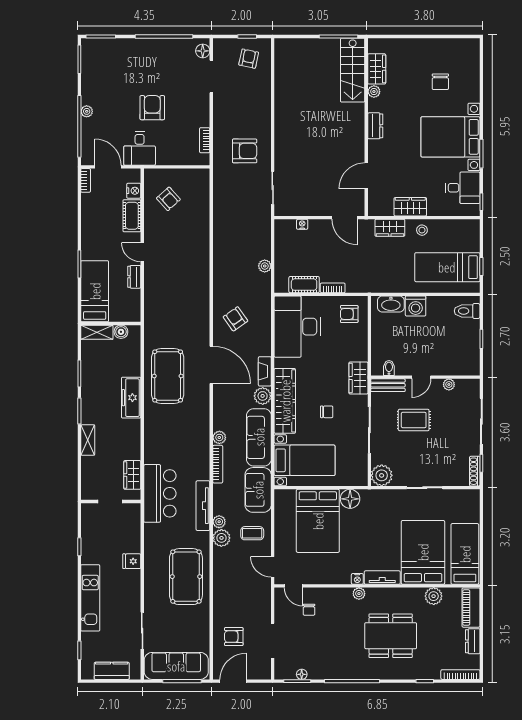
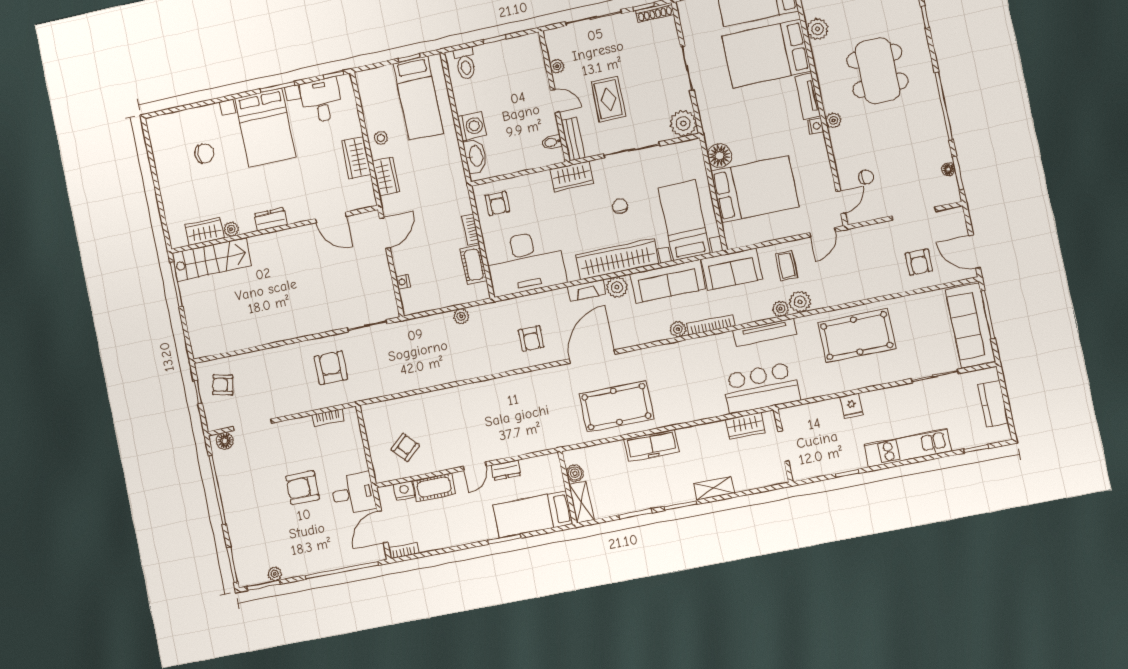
plant: (87, 111) -> (275, 574), moved
armchair: (235, 319) -> (531, 339), turned -55

